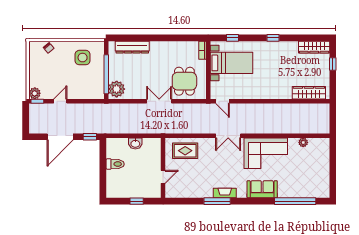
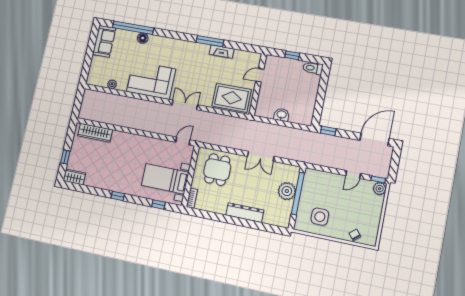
dresser: (132, 47) -> (245, 213), moved
wardrobe: (314, 47) -> (74, 177), width x0.67
plant: (117, 89) -> (287, 191), moved
double door: (159, 101) -> (261, 156), moved
door: (222, 101) -> (183, 141), hinge flipped
door: (60, 137) -> (374, 139), moved
rug: (185, 151) -> (232, 98), width x1.36, depth x1.43
toilet: (115, 164) -> (313, 68), moved
sofa: (262, 189) -> (104, 41), moved, turned -90
fireplace: (225, 193) -> (222, 52), moved
floor lamp: (283, 193) -> (143, 38), added

